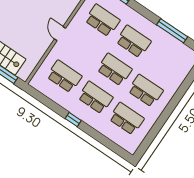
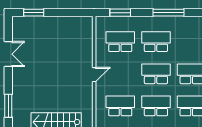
window: (172, 31) -> (169, 13), moved
door: (60, 34) -> (94, 75), swing flipped

